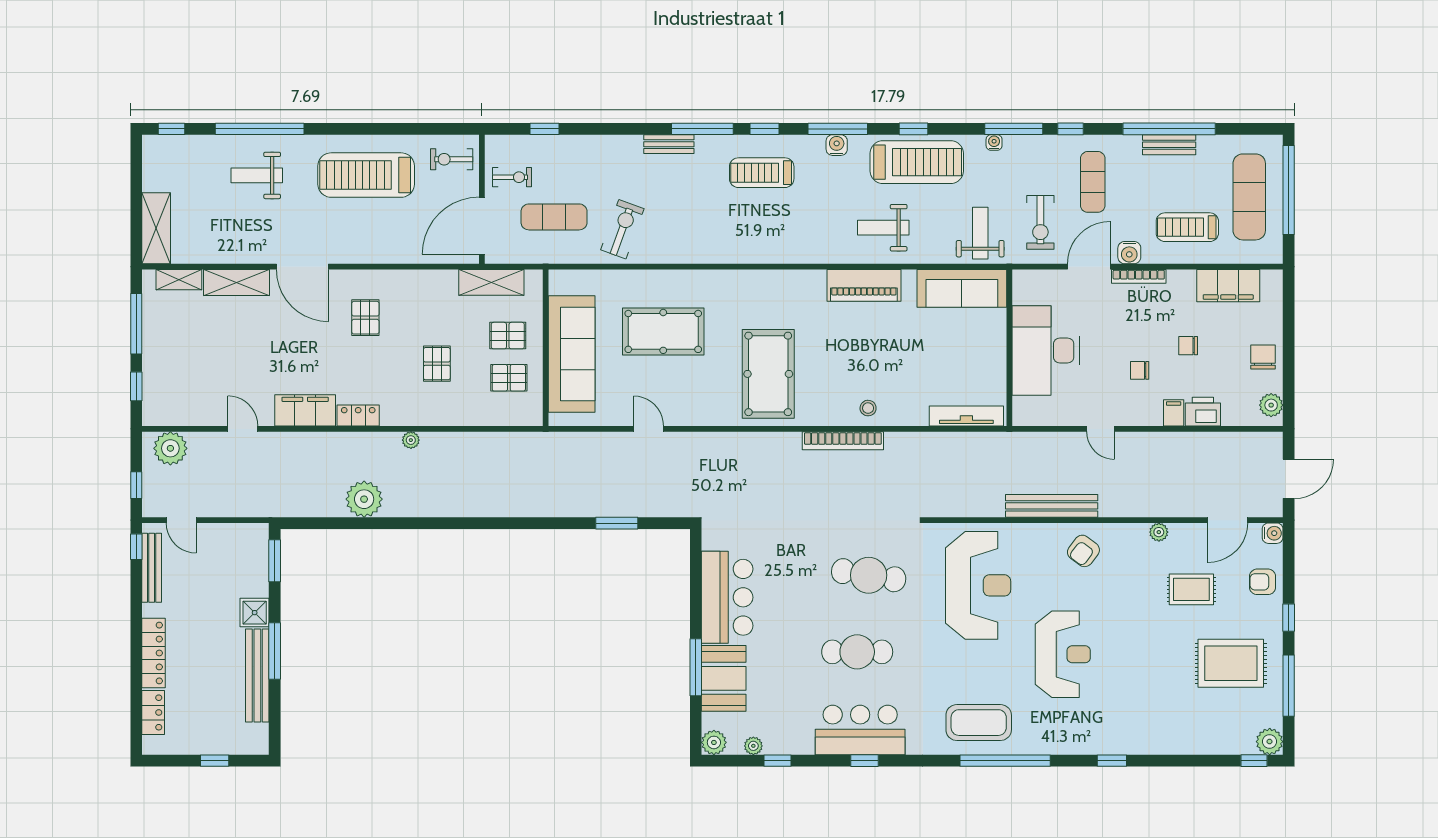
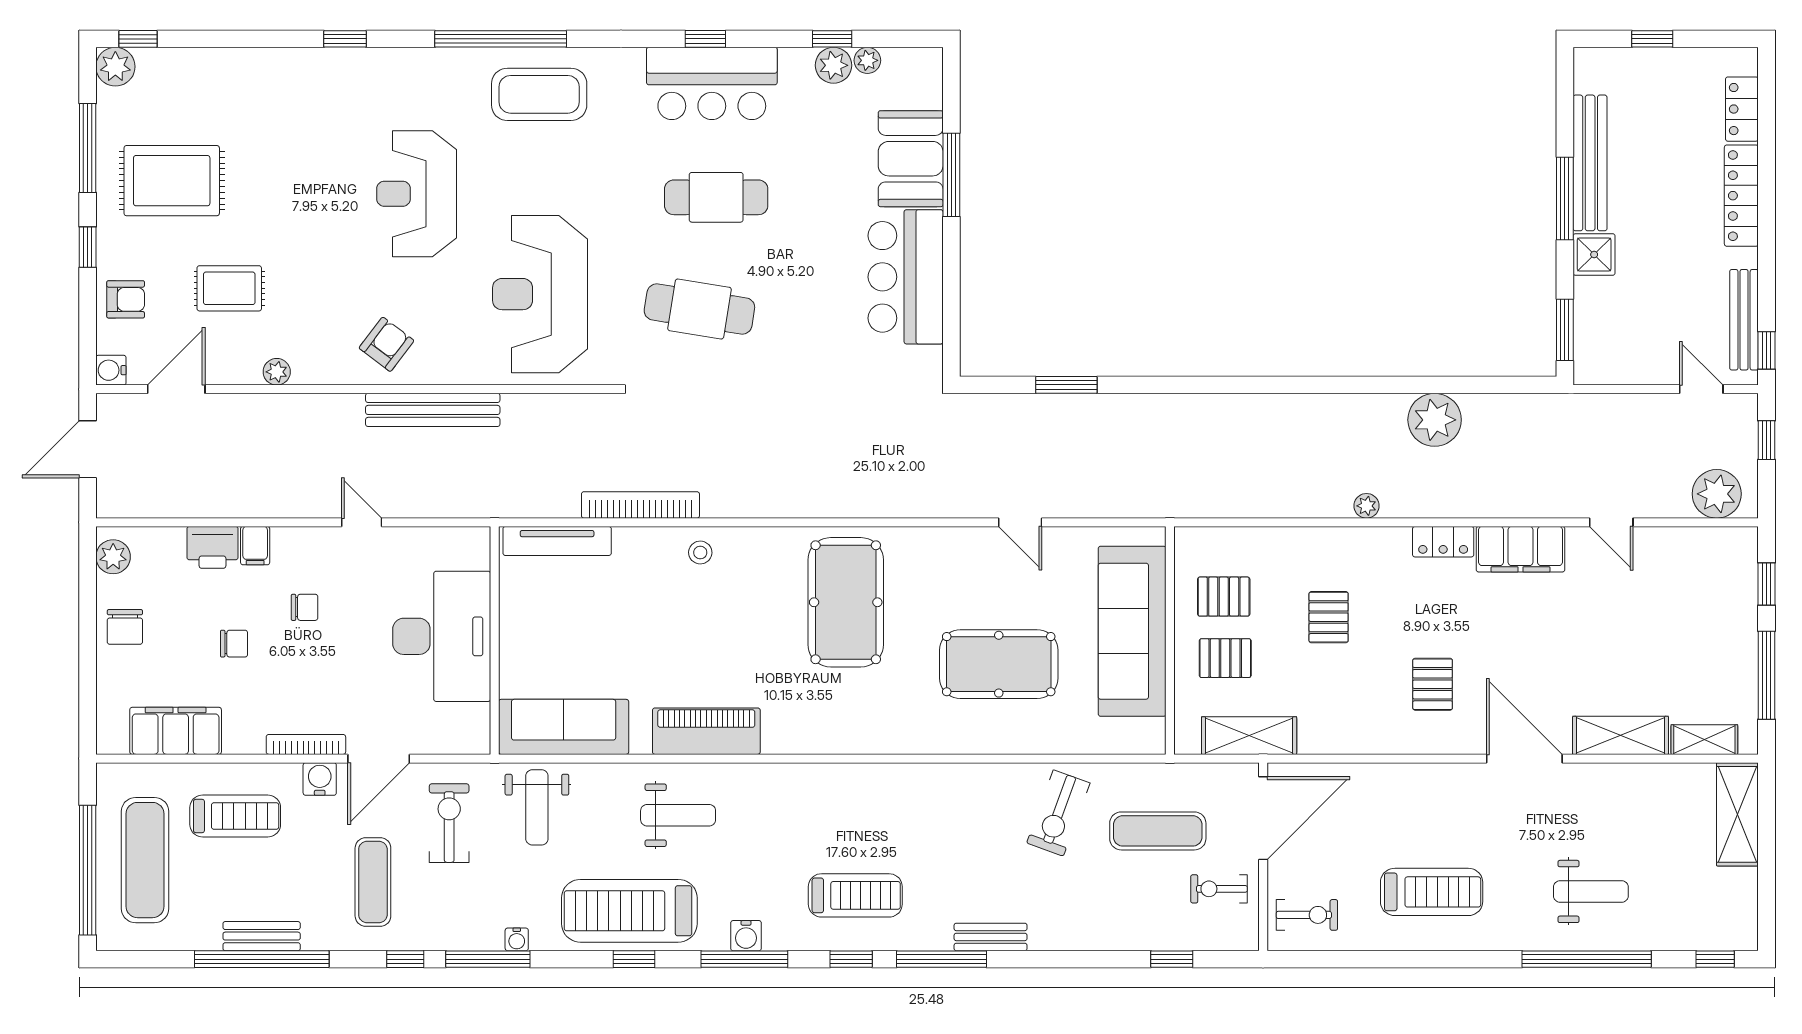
treadmill: (366, 175) -> (1432, 892), width x0.73, depth x0.73
bookcase: (843, 441) -> (640, 505), moved
plant: (714, 742) -> (833, 65), moved

